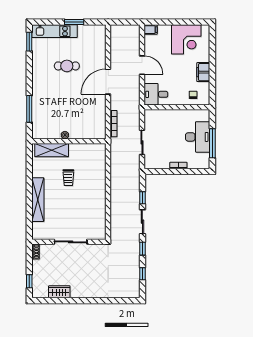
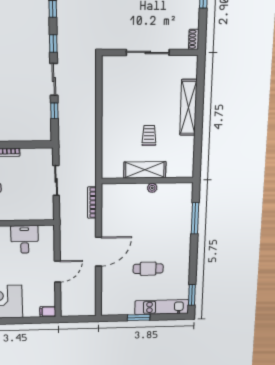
door: (142, 65) -> (57, 272), swing flipped
desk: (156, 94) -> (25, 239), moved, turned -90
shelving: (52, 150) -> (145, 170), moved

